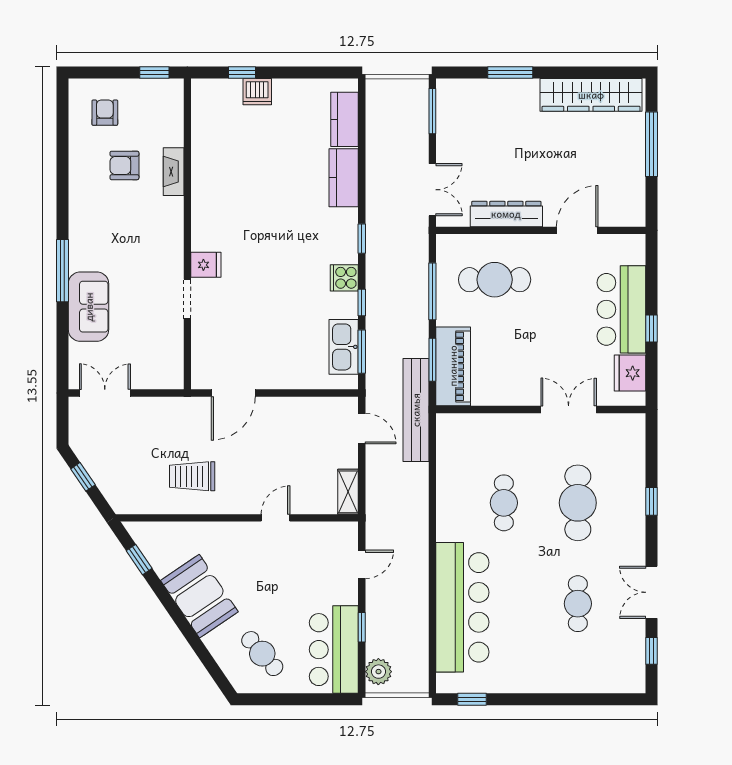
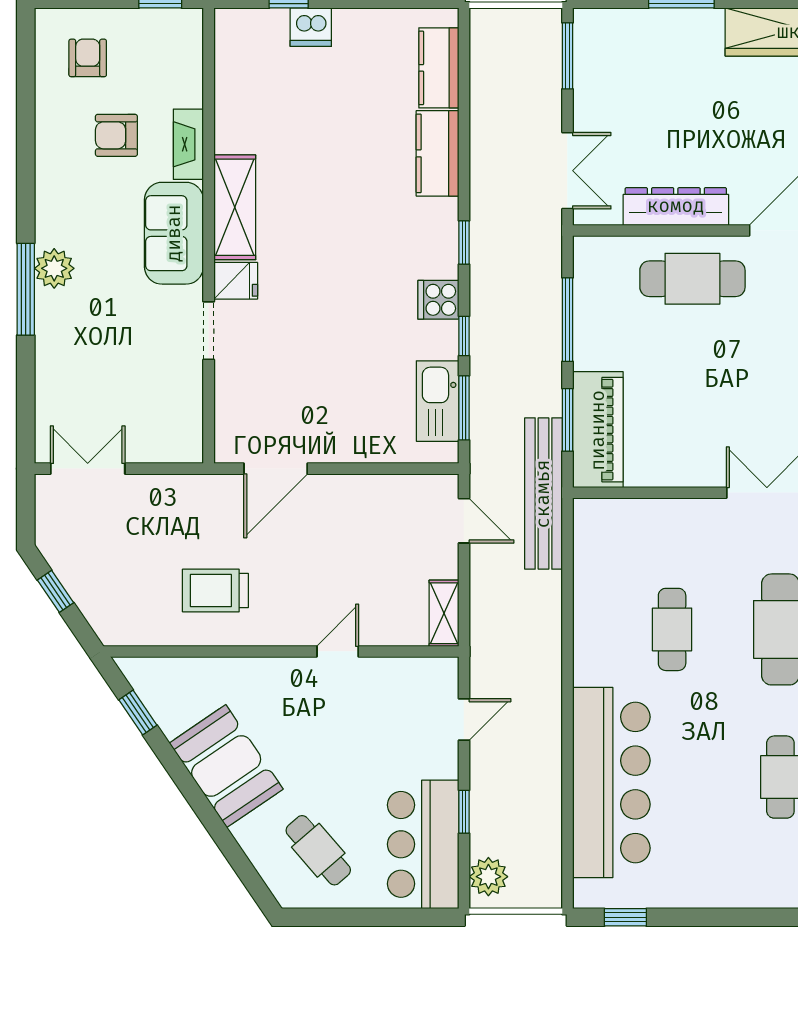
shelving: (205, 215) -> (235, 207), added
plant: (82, 256) -> (54, 268), added
cafe table: (495, 280) -> (692, 279), moved
sofa: (89, 307) -> (174, 233), moved, turned 180

